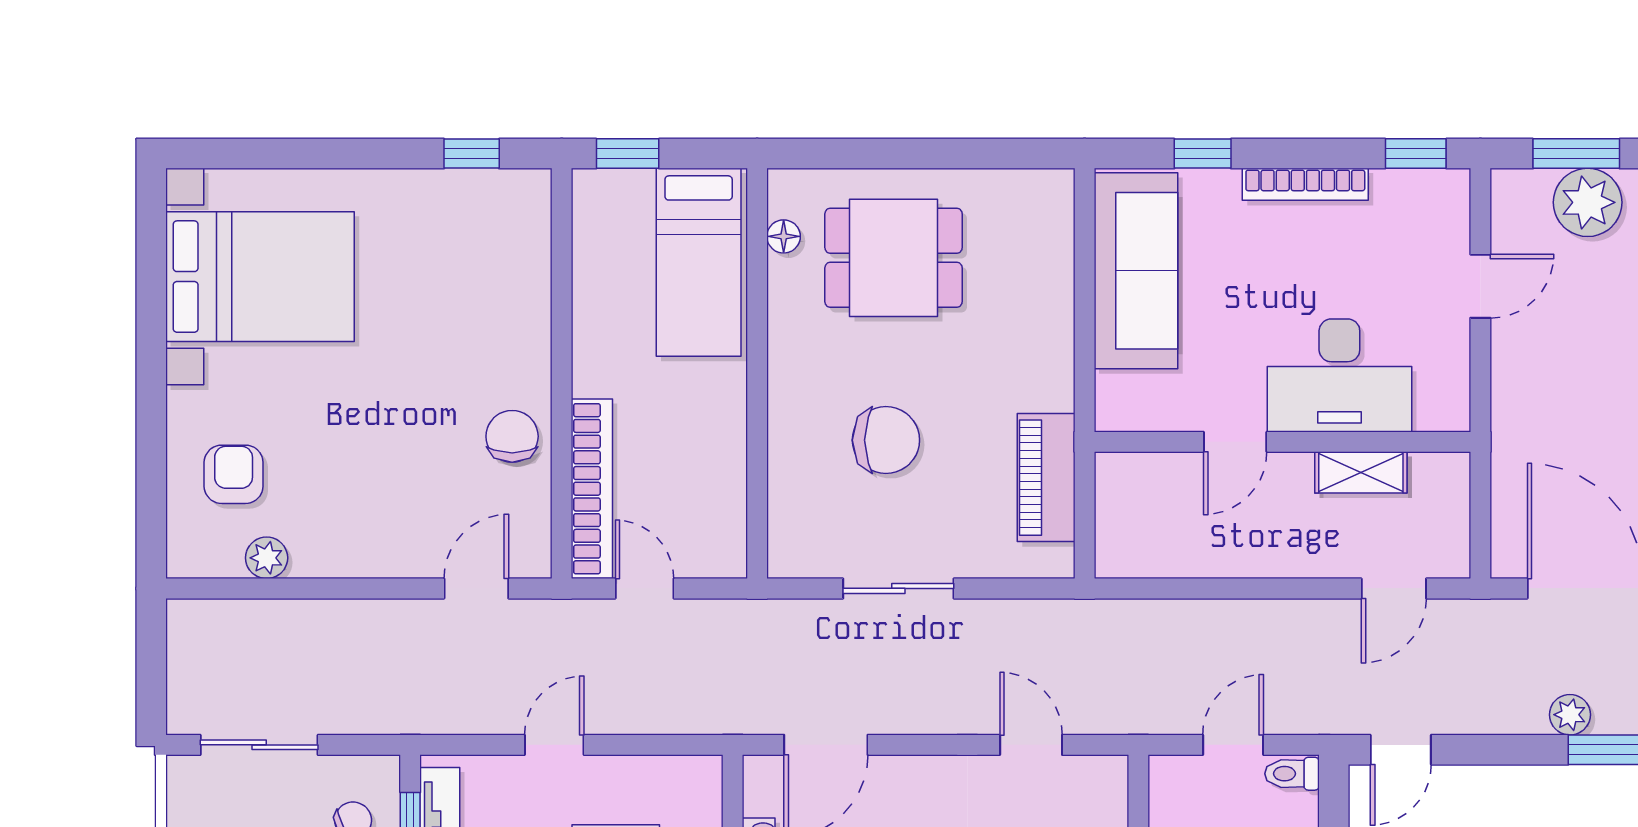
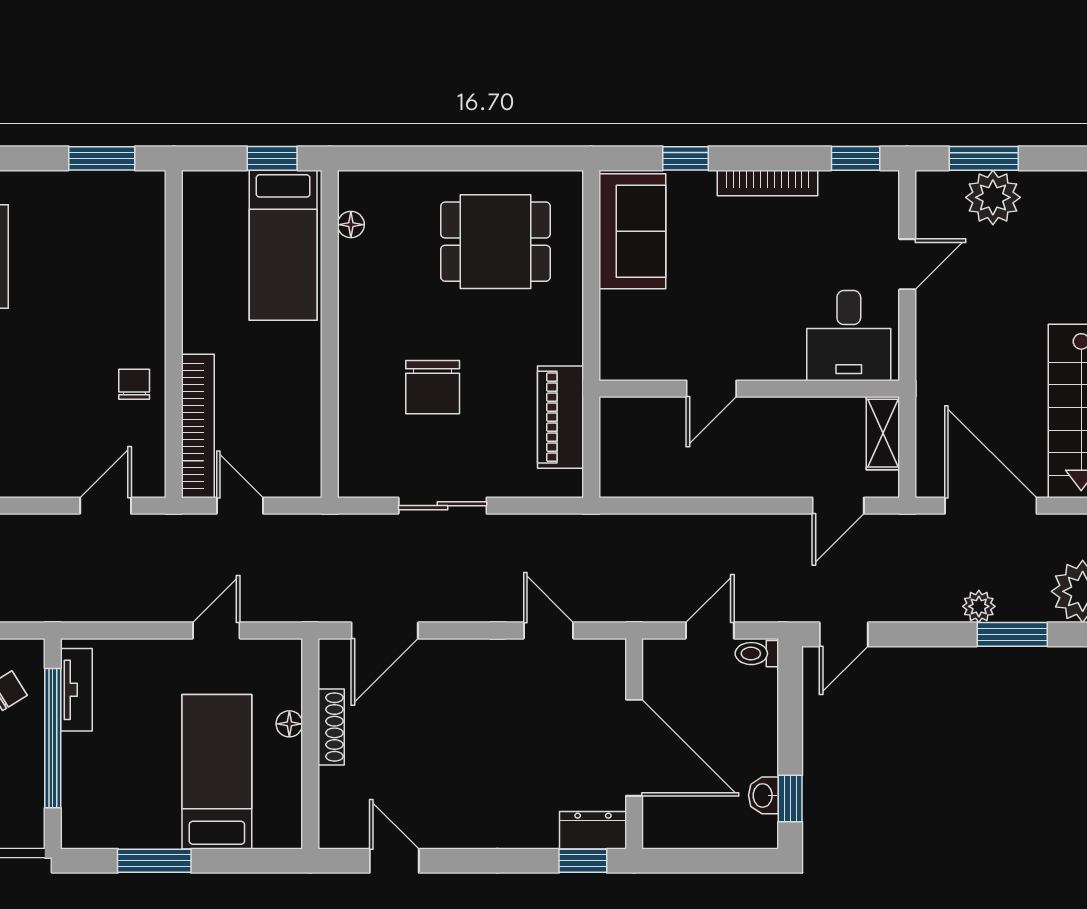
window: (472, 154) -> (102, 158), width x1.50
window: (628, 154) -> (272, 158), moved
dining table: (894, 258) -> (496, 242), moved
sofa: (1136, 271) -> (632, 231), width x0.73
desk: (1339, 375) -> (849, 336), moved, width x0.73
chair: (512, 436) -> (134, 384), width x0.73, depth x0.73
chair: (886, 440) -> (433, 387), turned 90
shelving: (1361, 472) -> (883, 433), moved, turned 90
door: (554, 745) -> (216, 631), moved

